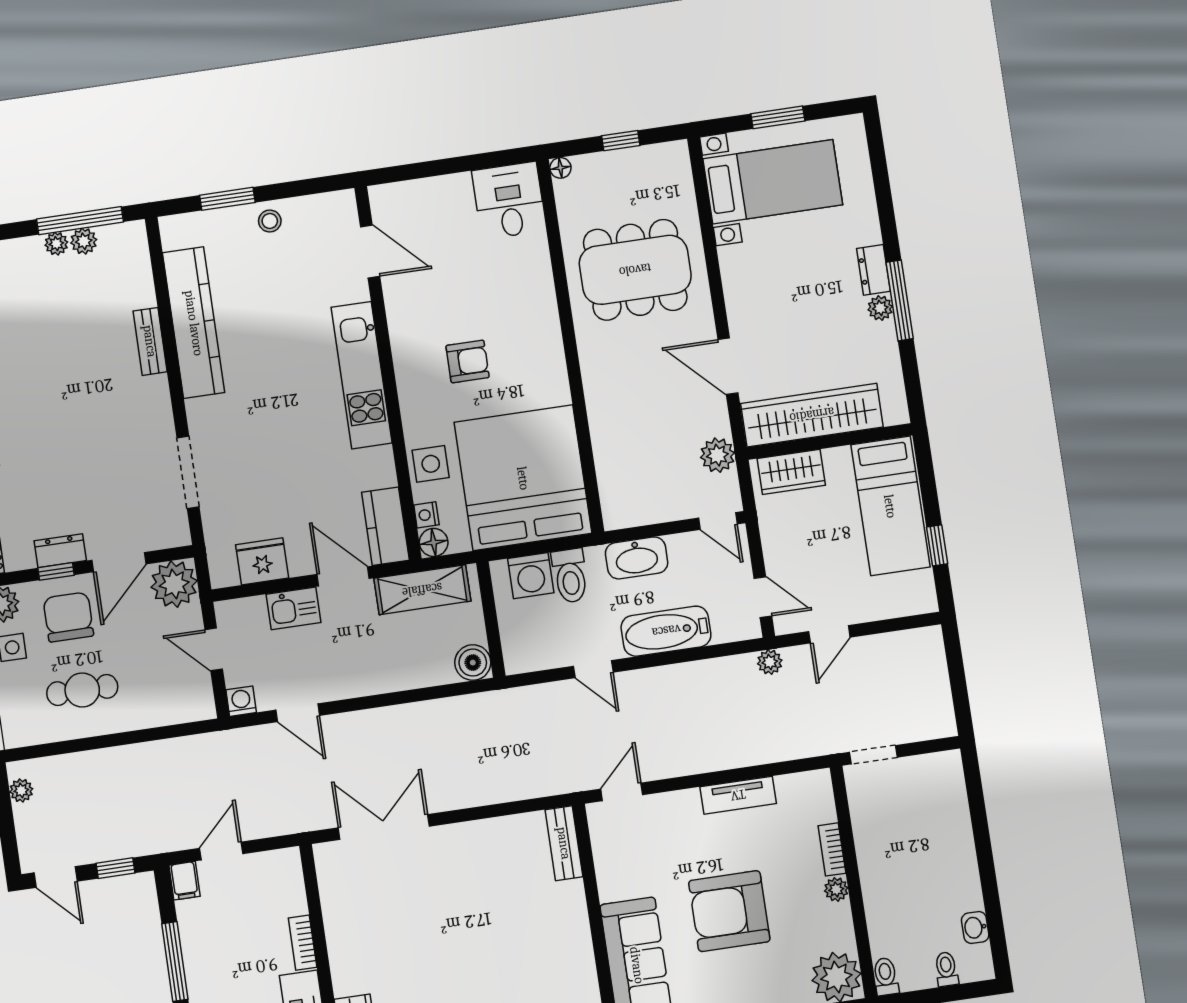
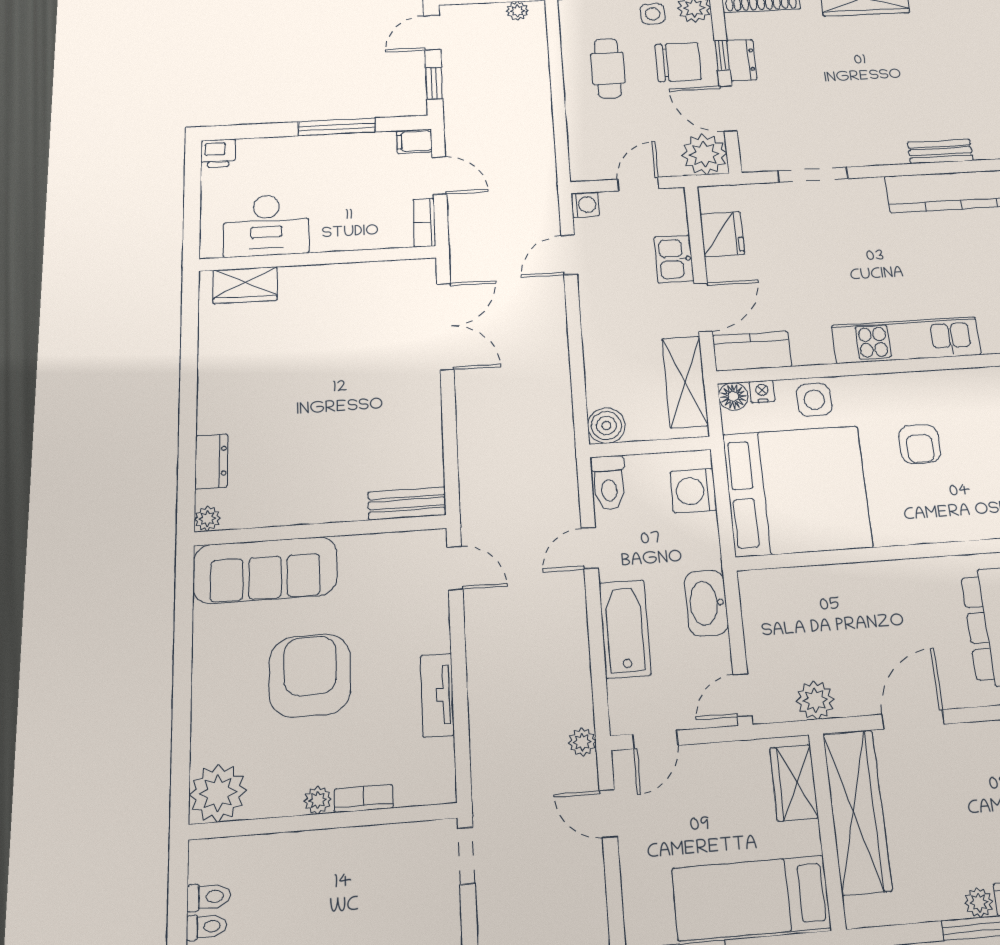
toilet: (570, 576) -> (609, 483), moved, turned -90
bookcase: (303, 943) -> (424, 223), moved, turned -90
toilet: (886, 976) -> (209, 897), moved

